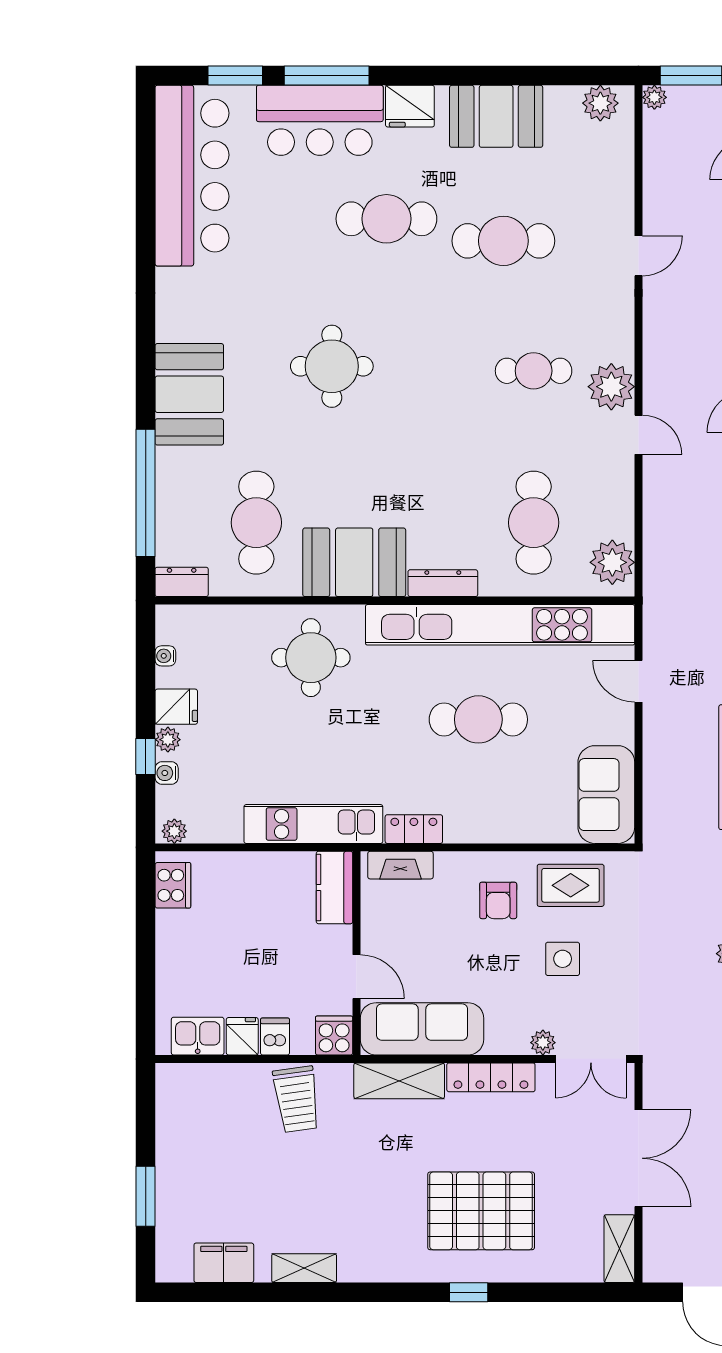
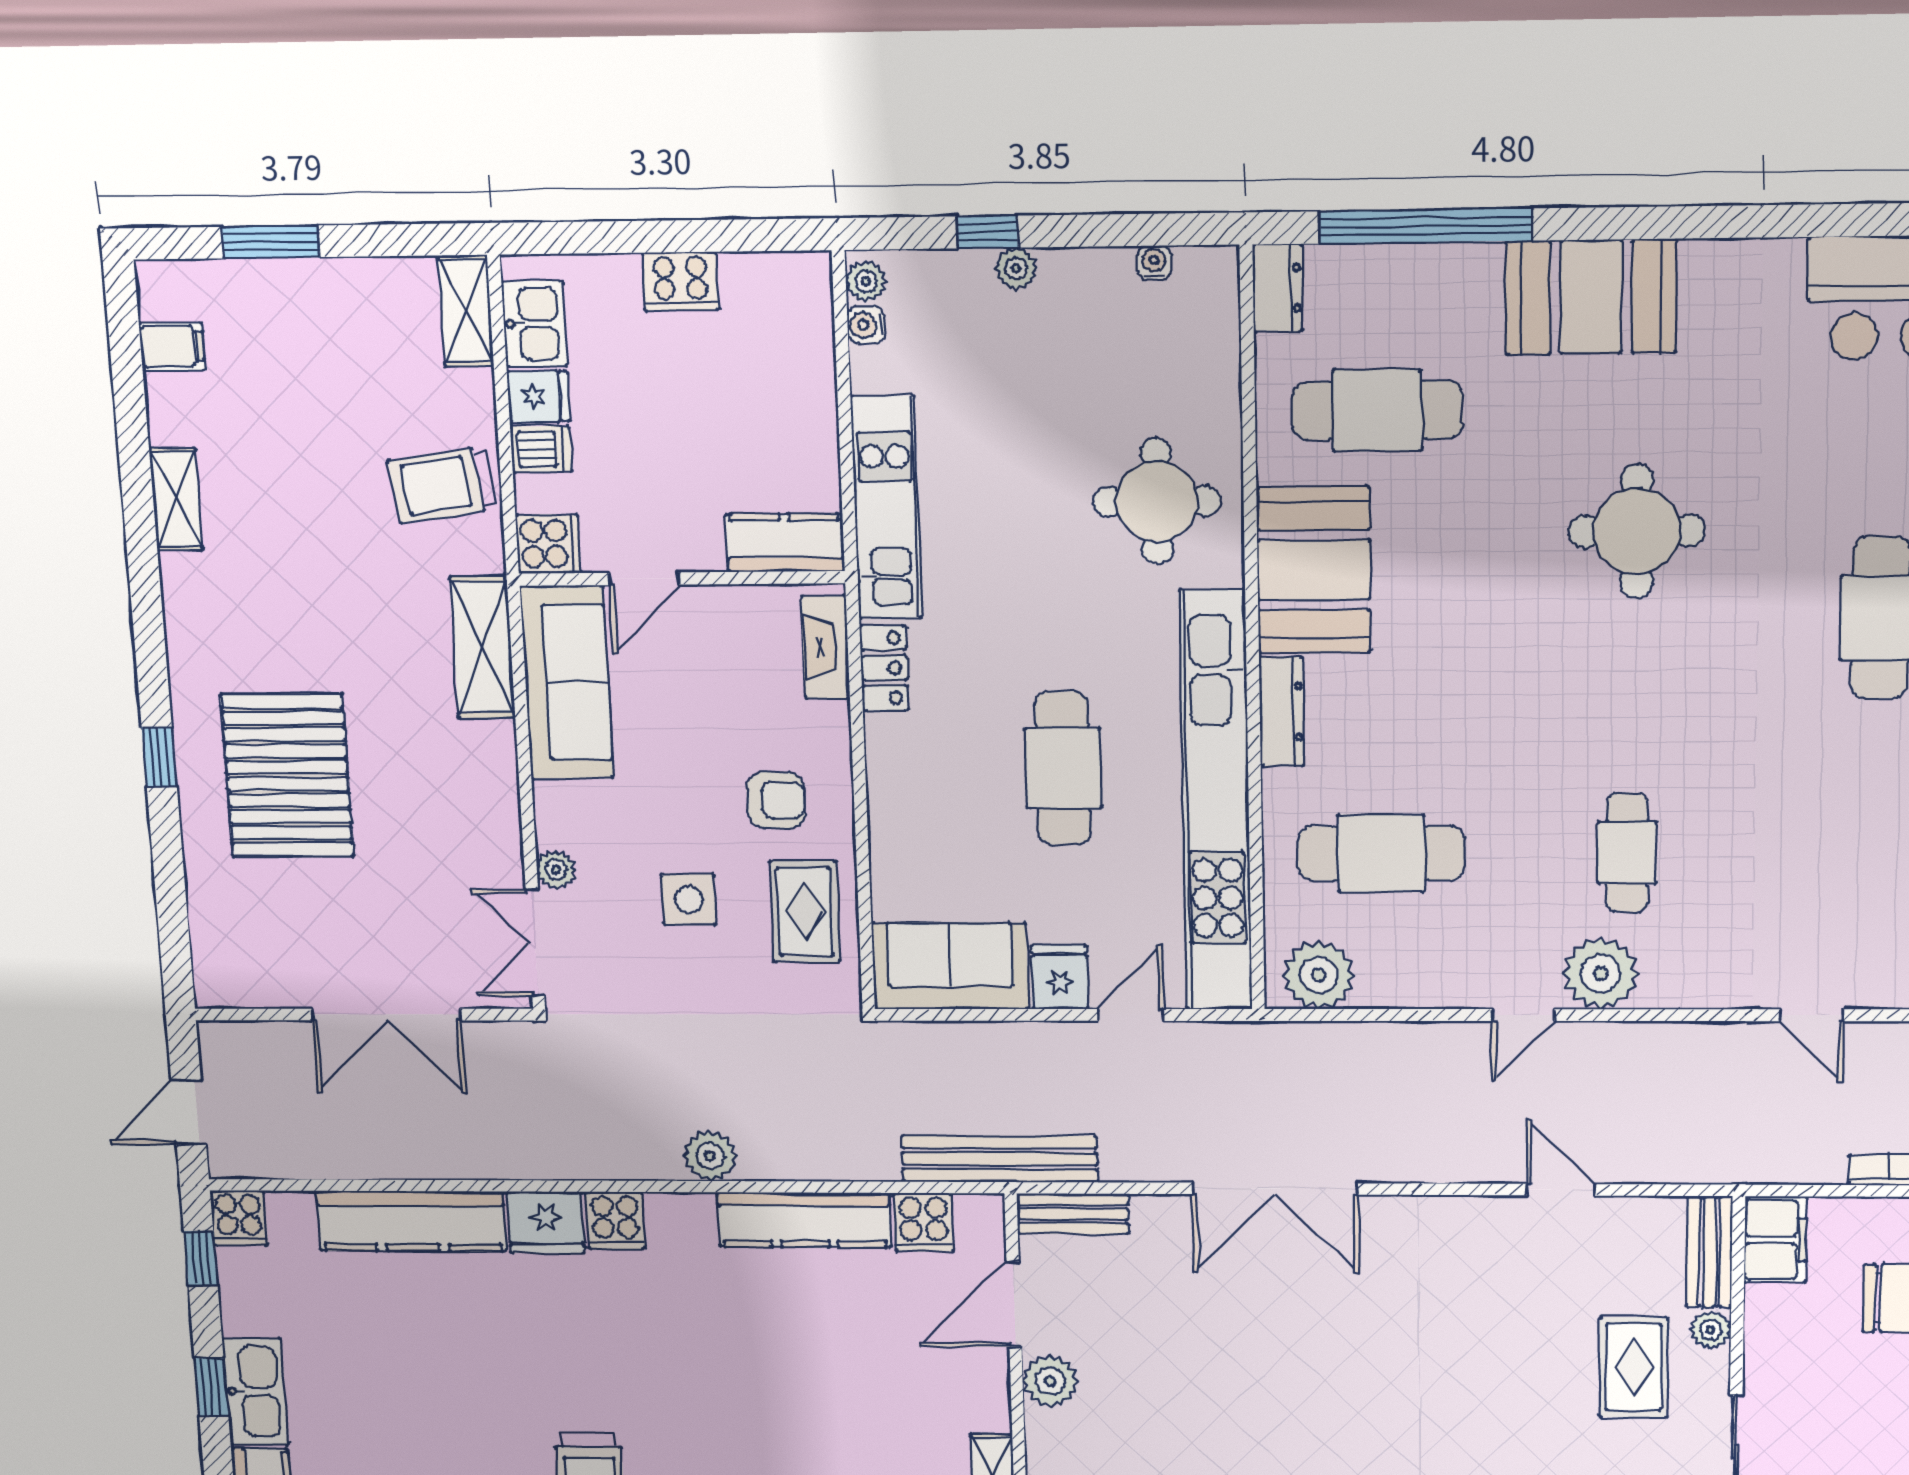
cafe table: (503, 241) -> (1840, 805), removed
fridge: (176, 707) -> (1060, 977), moved, turned 180
water cooler: (167, 773) -> (866, 325), moved, turned -90
cooker: (173, 885) -> (681, 281), moved
armchair: (498, 900) -> (776, 800), turned 180
locker: (491, 1077) -> (497, 790), removed
shelving: (619, 1249) -> (466, 311), moved, turned 90
filing cabinet: (224, 1263) -> (172, 347), width x0.50

